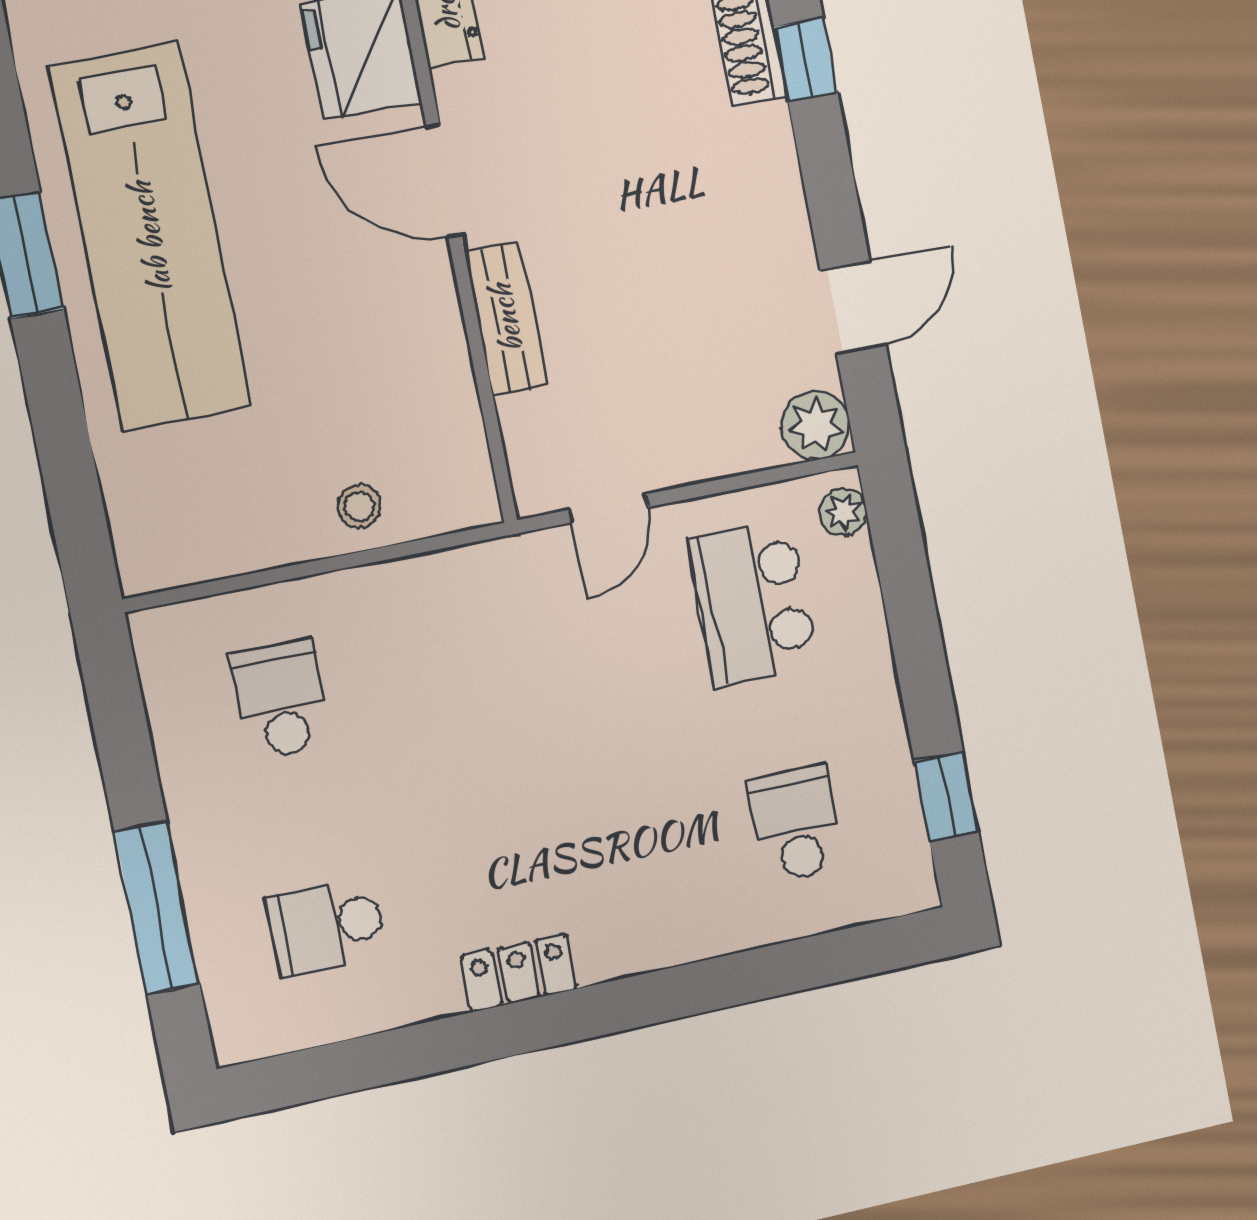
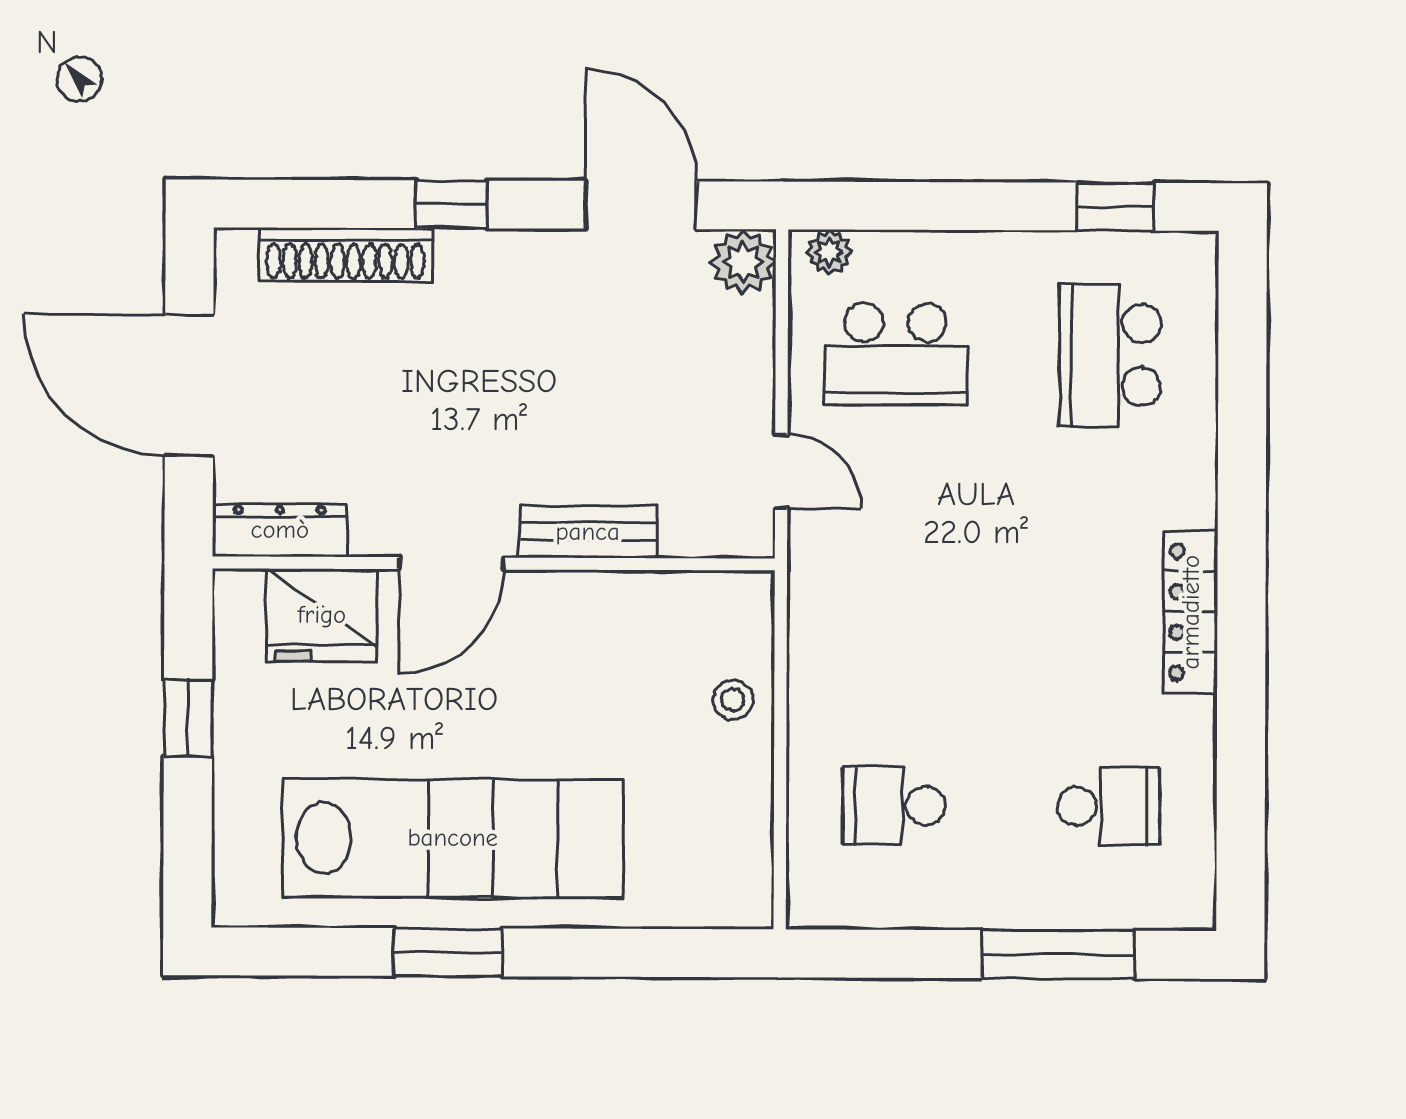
window: (806, 60) -> (452, 204), moved
door: (853, 308) -> (641, 205), width x1.38
school desk: (796, 824) -> (1110, 355), width x1.85
school desk: (326, 926) -> (1109, 806), turned -90
locker: (519, 973) -> (1191, 612), width x1.53

